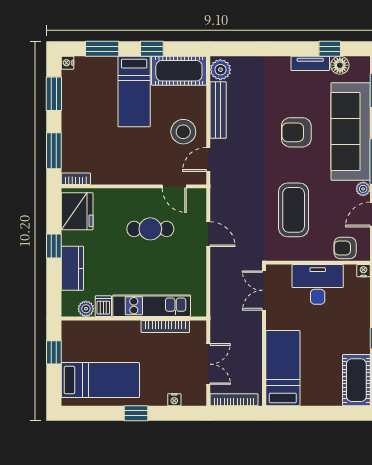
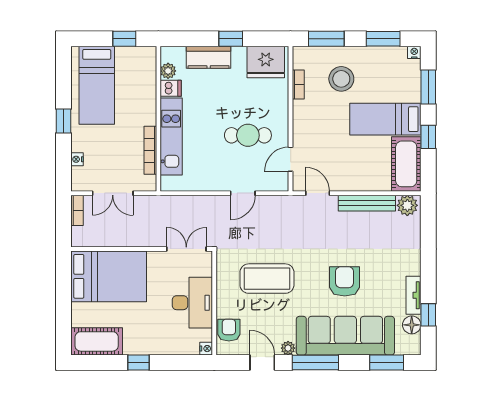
stool: (183, 132) -> (341, 79), moved
bookcase: (76, 179) -> (298, 85), moved
cafe table: (150, 229) -> (248, 135), turned 90
bed: (283, 368) -> (109, 276), width x1.50
bookcase: (234, 400) -> (77, 210), width x0.64

